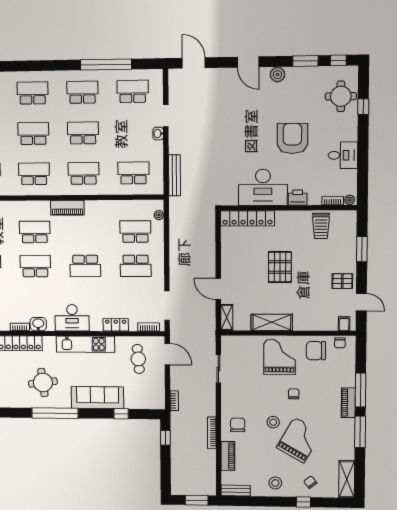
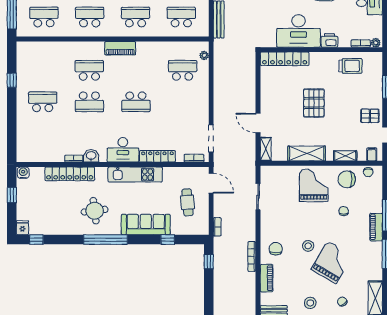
trolley: (321, 226) -> (350, 66), turned -90
school desk: (35, 266) -> (89, 102), turned 180
school desk: (136, 266) -> (183, 102), removed
locker: (116, 325) -> (157, 156), width x1.53
shelving: (314, 325) -> (345, 156), added
cafe table: (138, 359) -> (187, 202), moved
chair: (294, 394) -> (344, 211), moved

